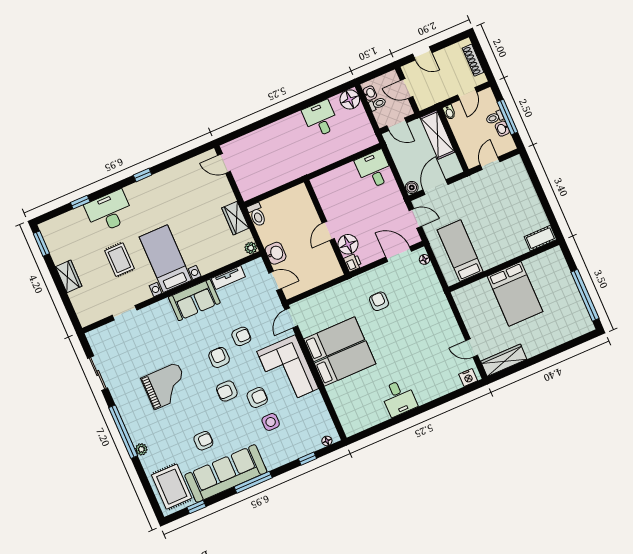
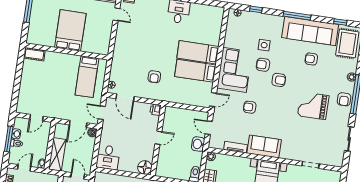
floor lamp: (348, 244) -> (145, 167), moved
armchair: (219, 357) -> (344, 99), moved

